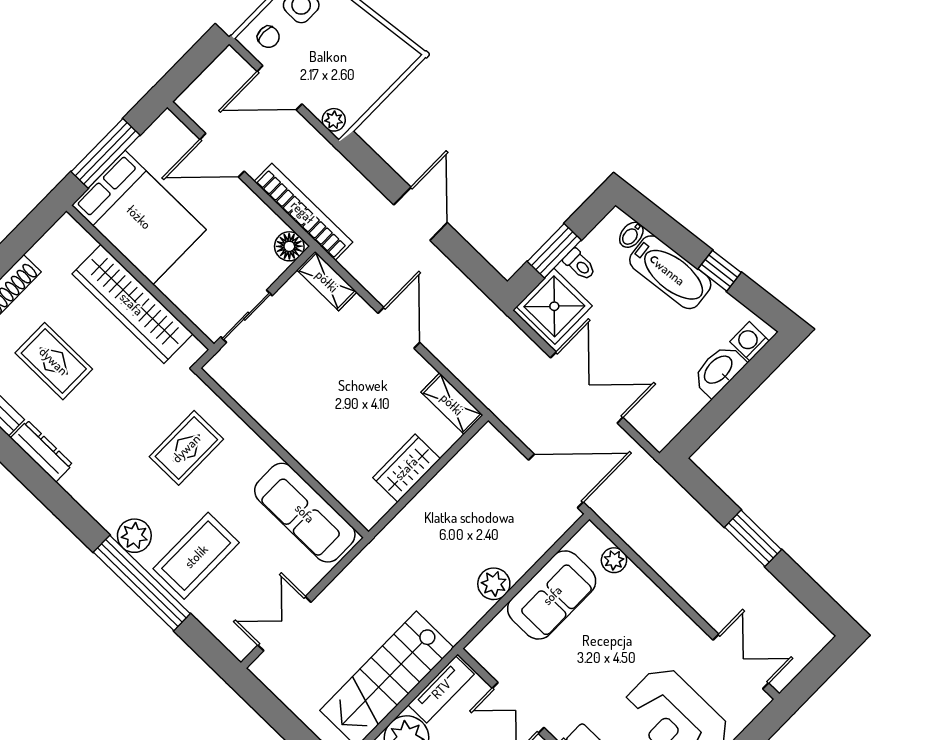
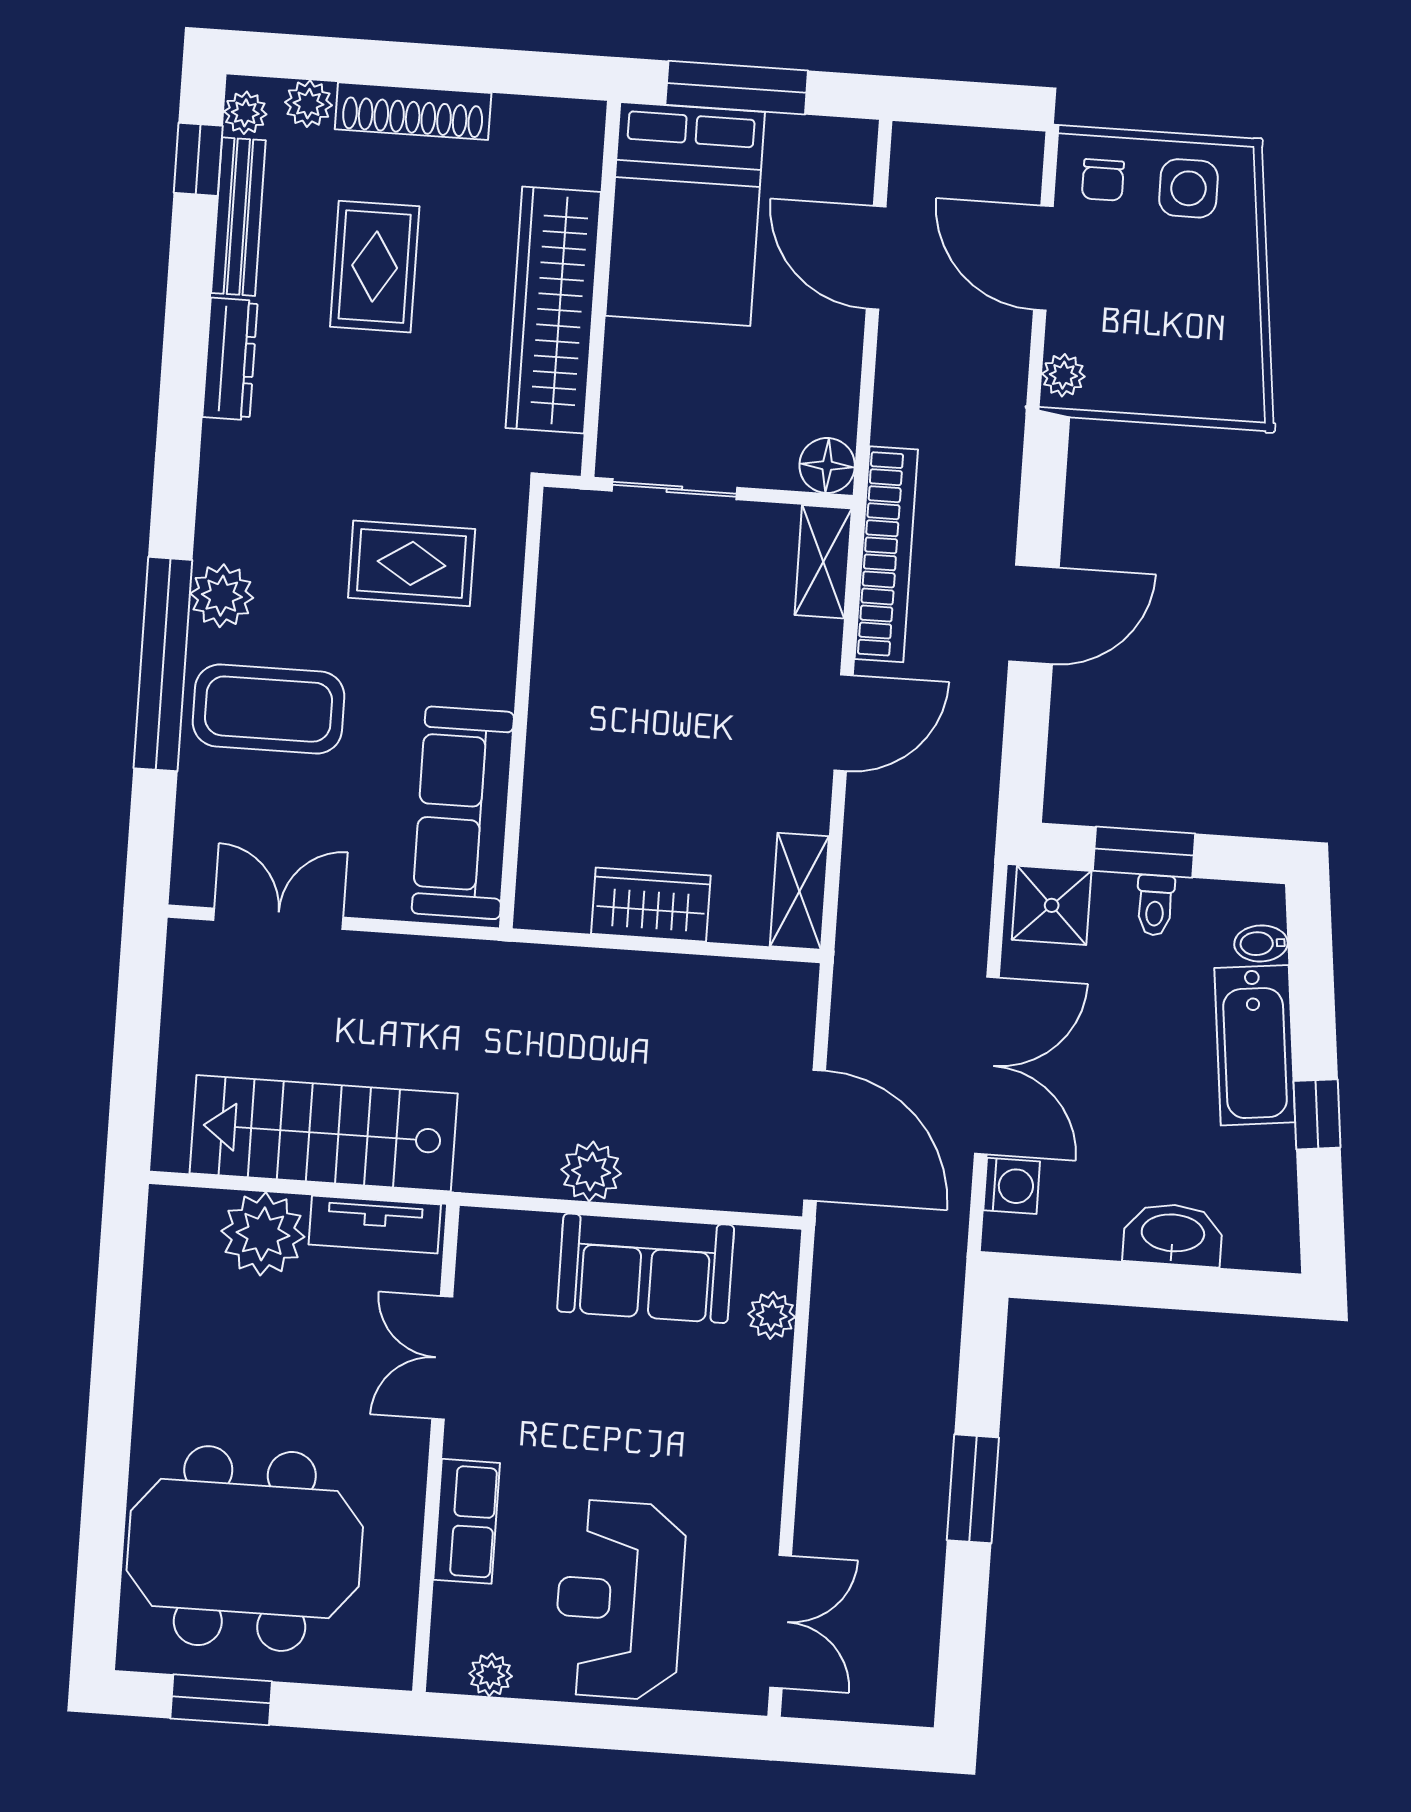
bookcase: (303, 212) -> (886, 554), moved
shower: (554, 306) -> (1052, 905), width x0.73, depth x0.73
washing machine: (750, 341) -> (1012, 1186), moved, turned 90

